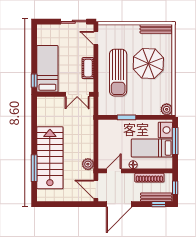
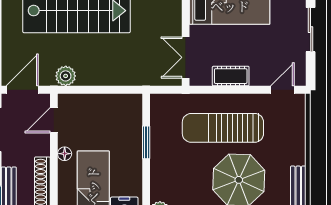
sliding door: (74, 22) -> (311, 30), moved
door: (114, 171) -> (54, 120), swing flipped

